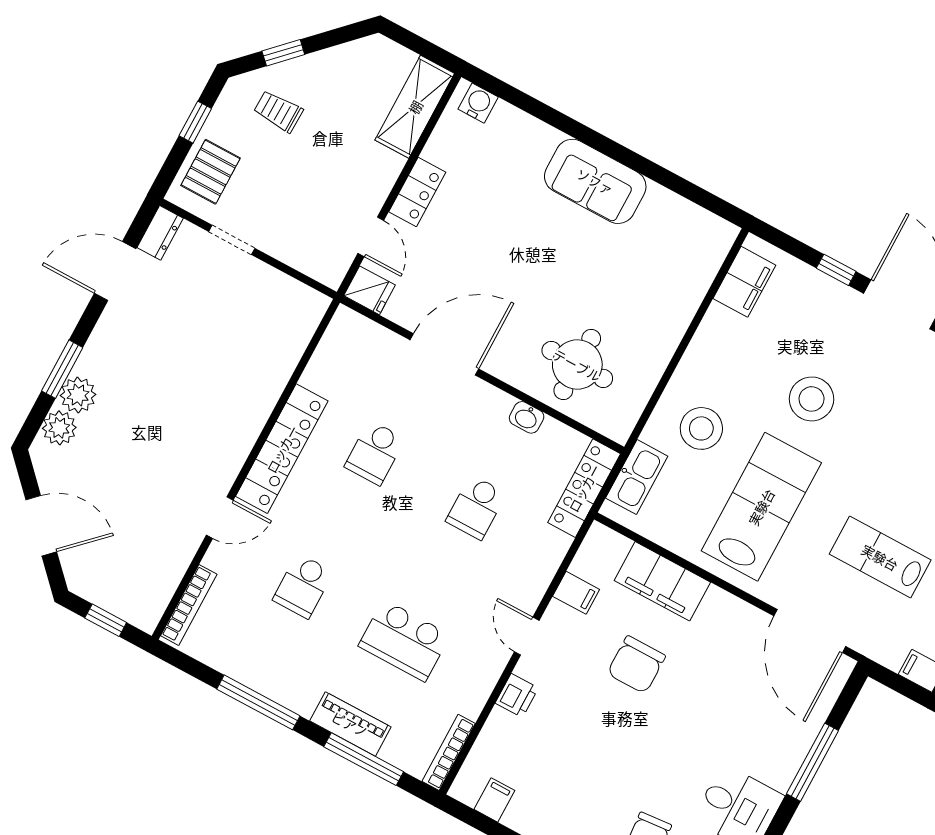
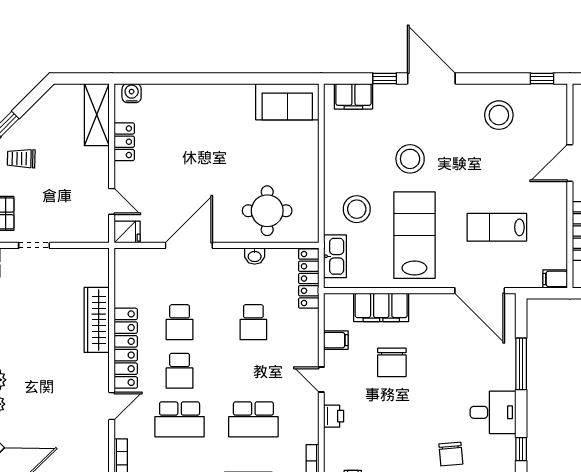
sofa: (595, 181) -> (287, 102), moved
locker: (417, 192) -> (124, 142), moved
filing cabinet: (744, 282) -> (353, 96), moved, turned 90
wardrobe: (263, 388) -> (97, 320), added
school desk: (339, 519) -> (180, 371), added
school desk: (303, 586) -> (180, 419), width x1.85

